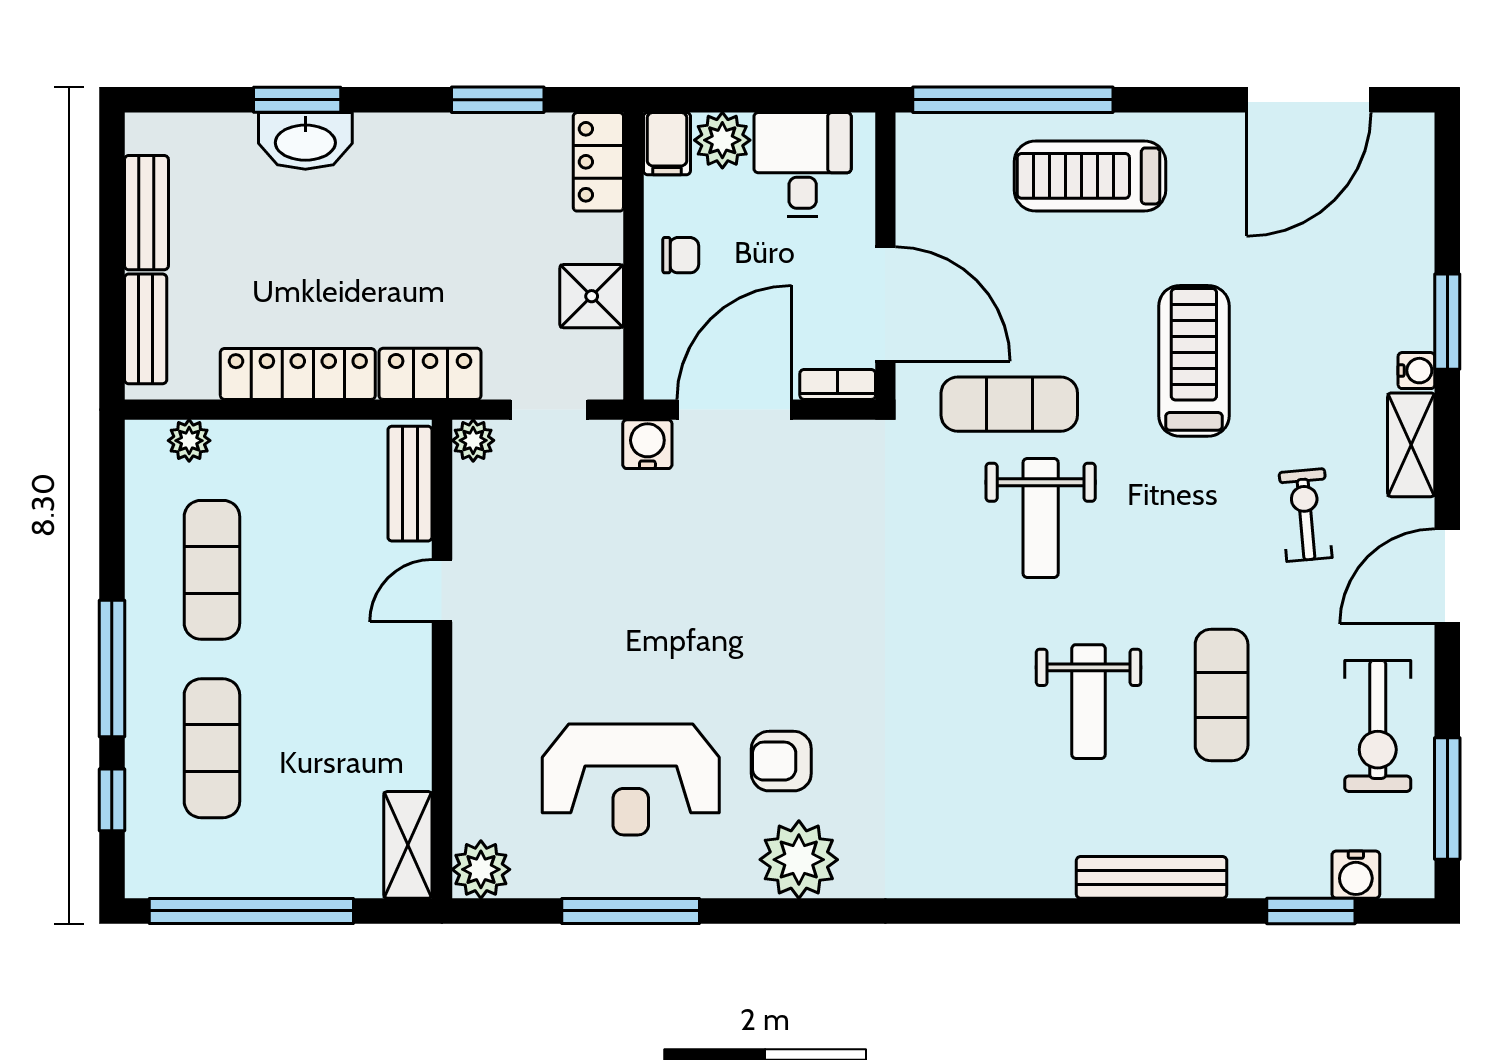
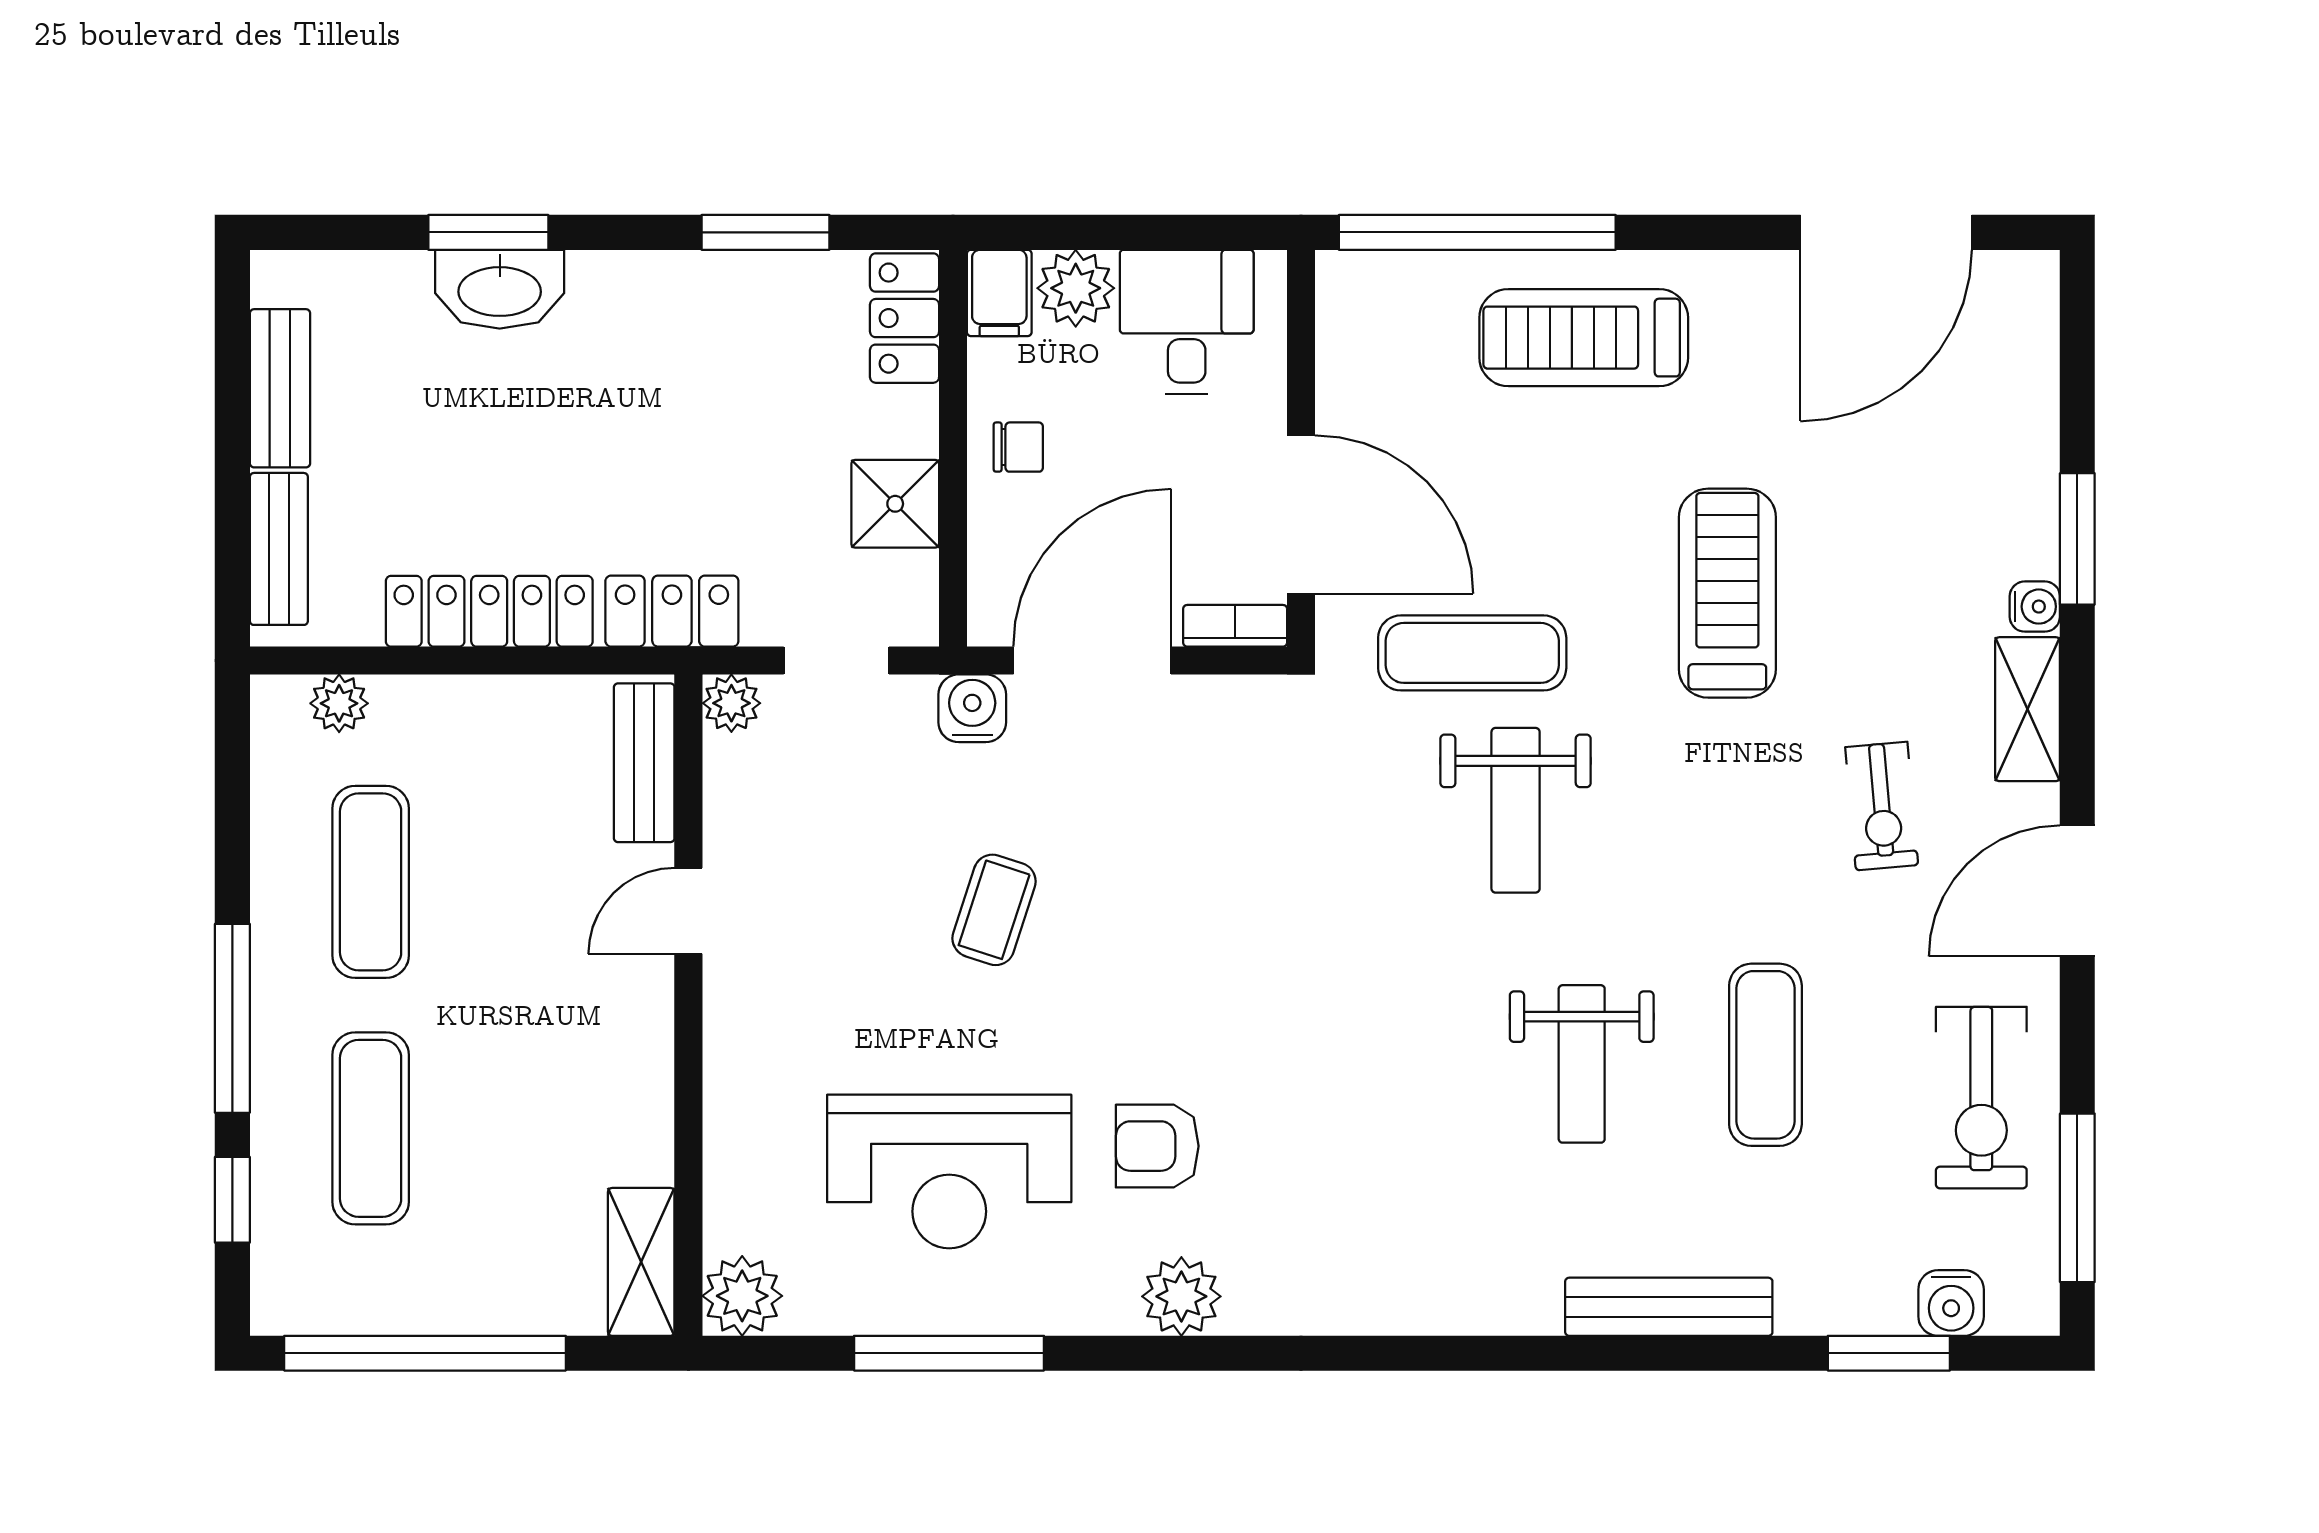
exercise bike: (1306, 515) -> (1882, 806), turned 180
coffee table: (663, 590) -> (994, 910), added
plant: (799, 860) -> (1181, 1296), width x0.73, depth x0.73

